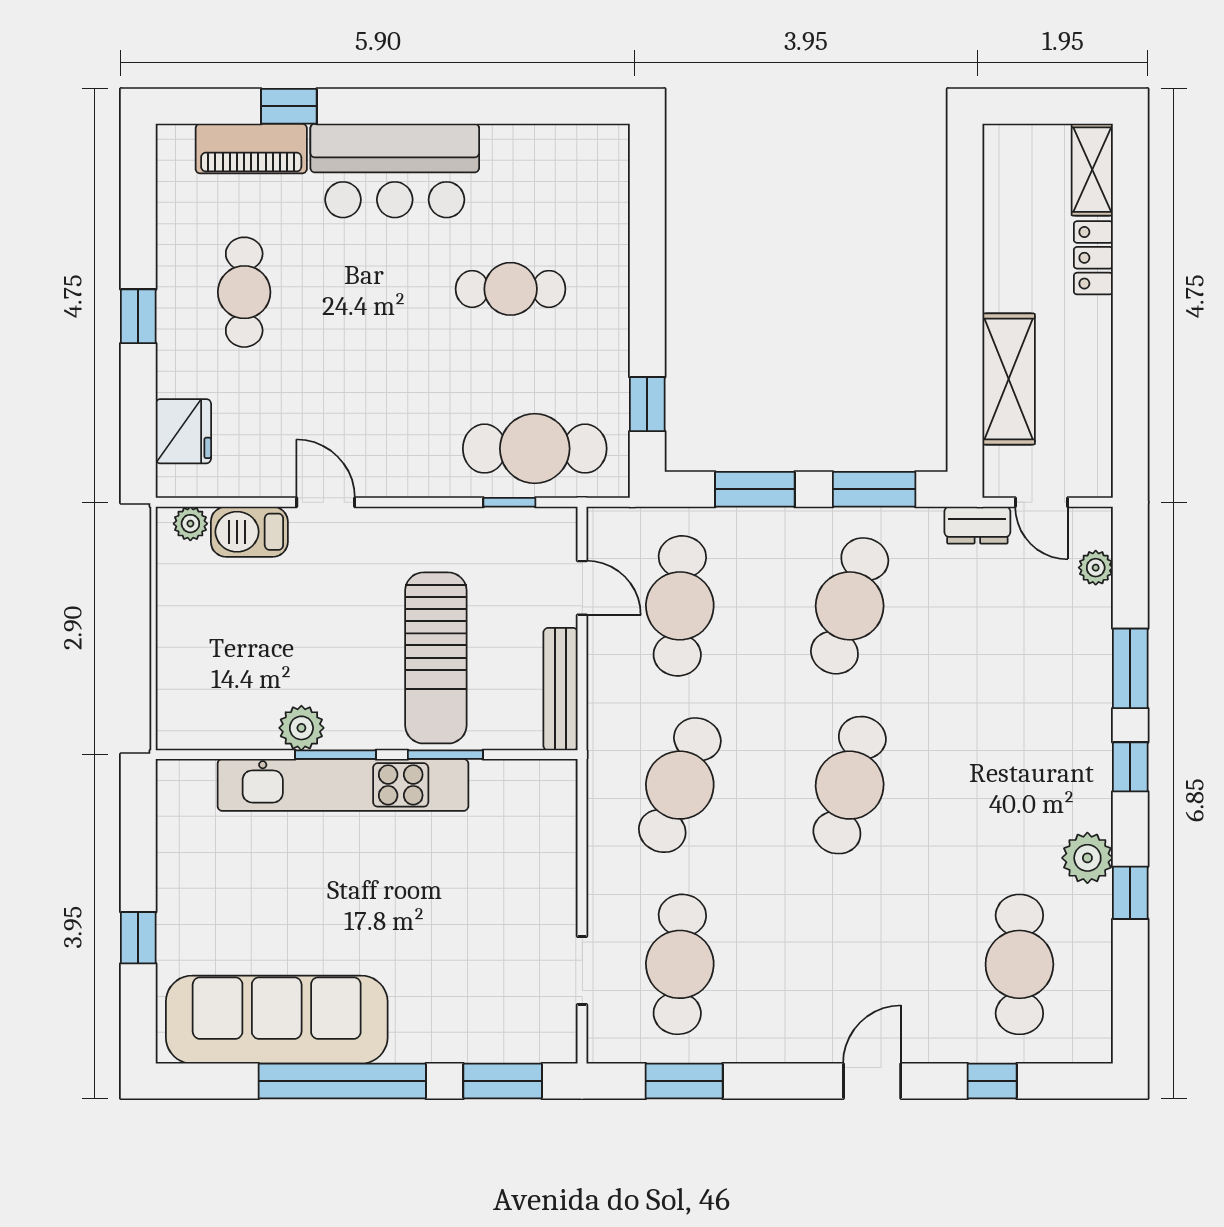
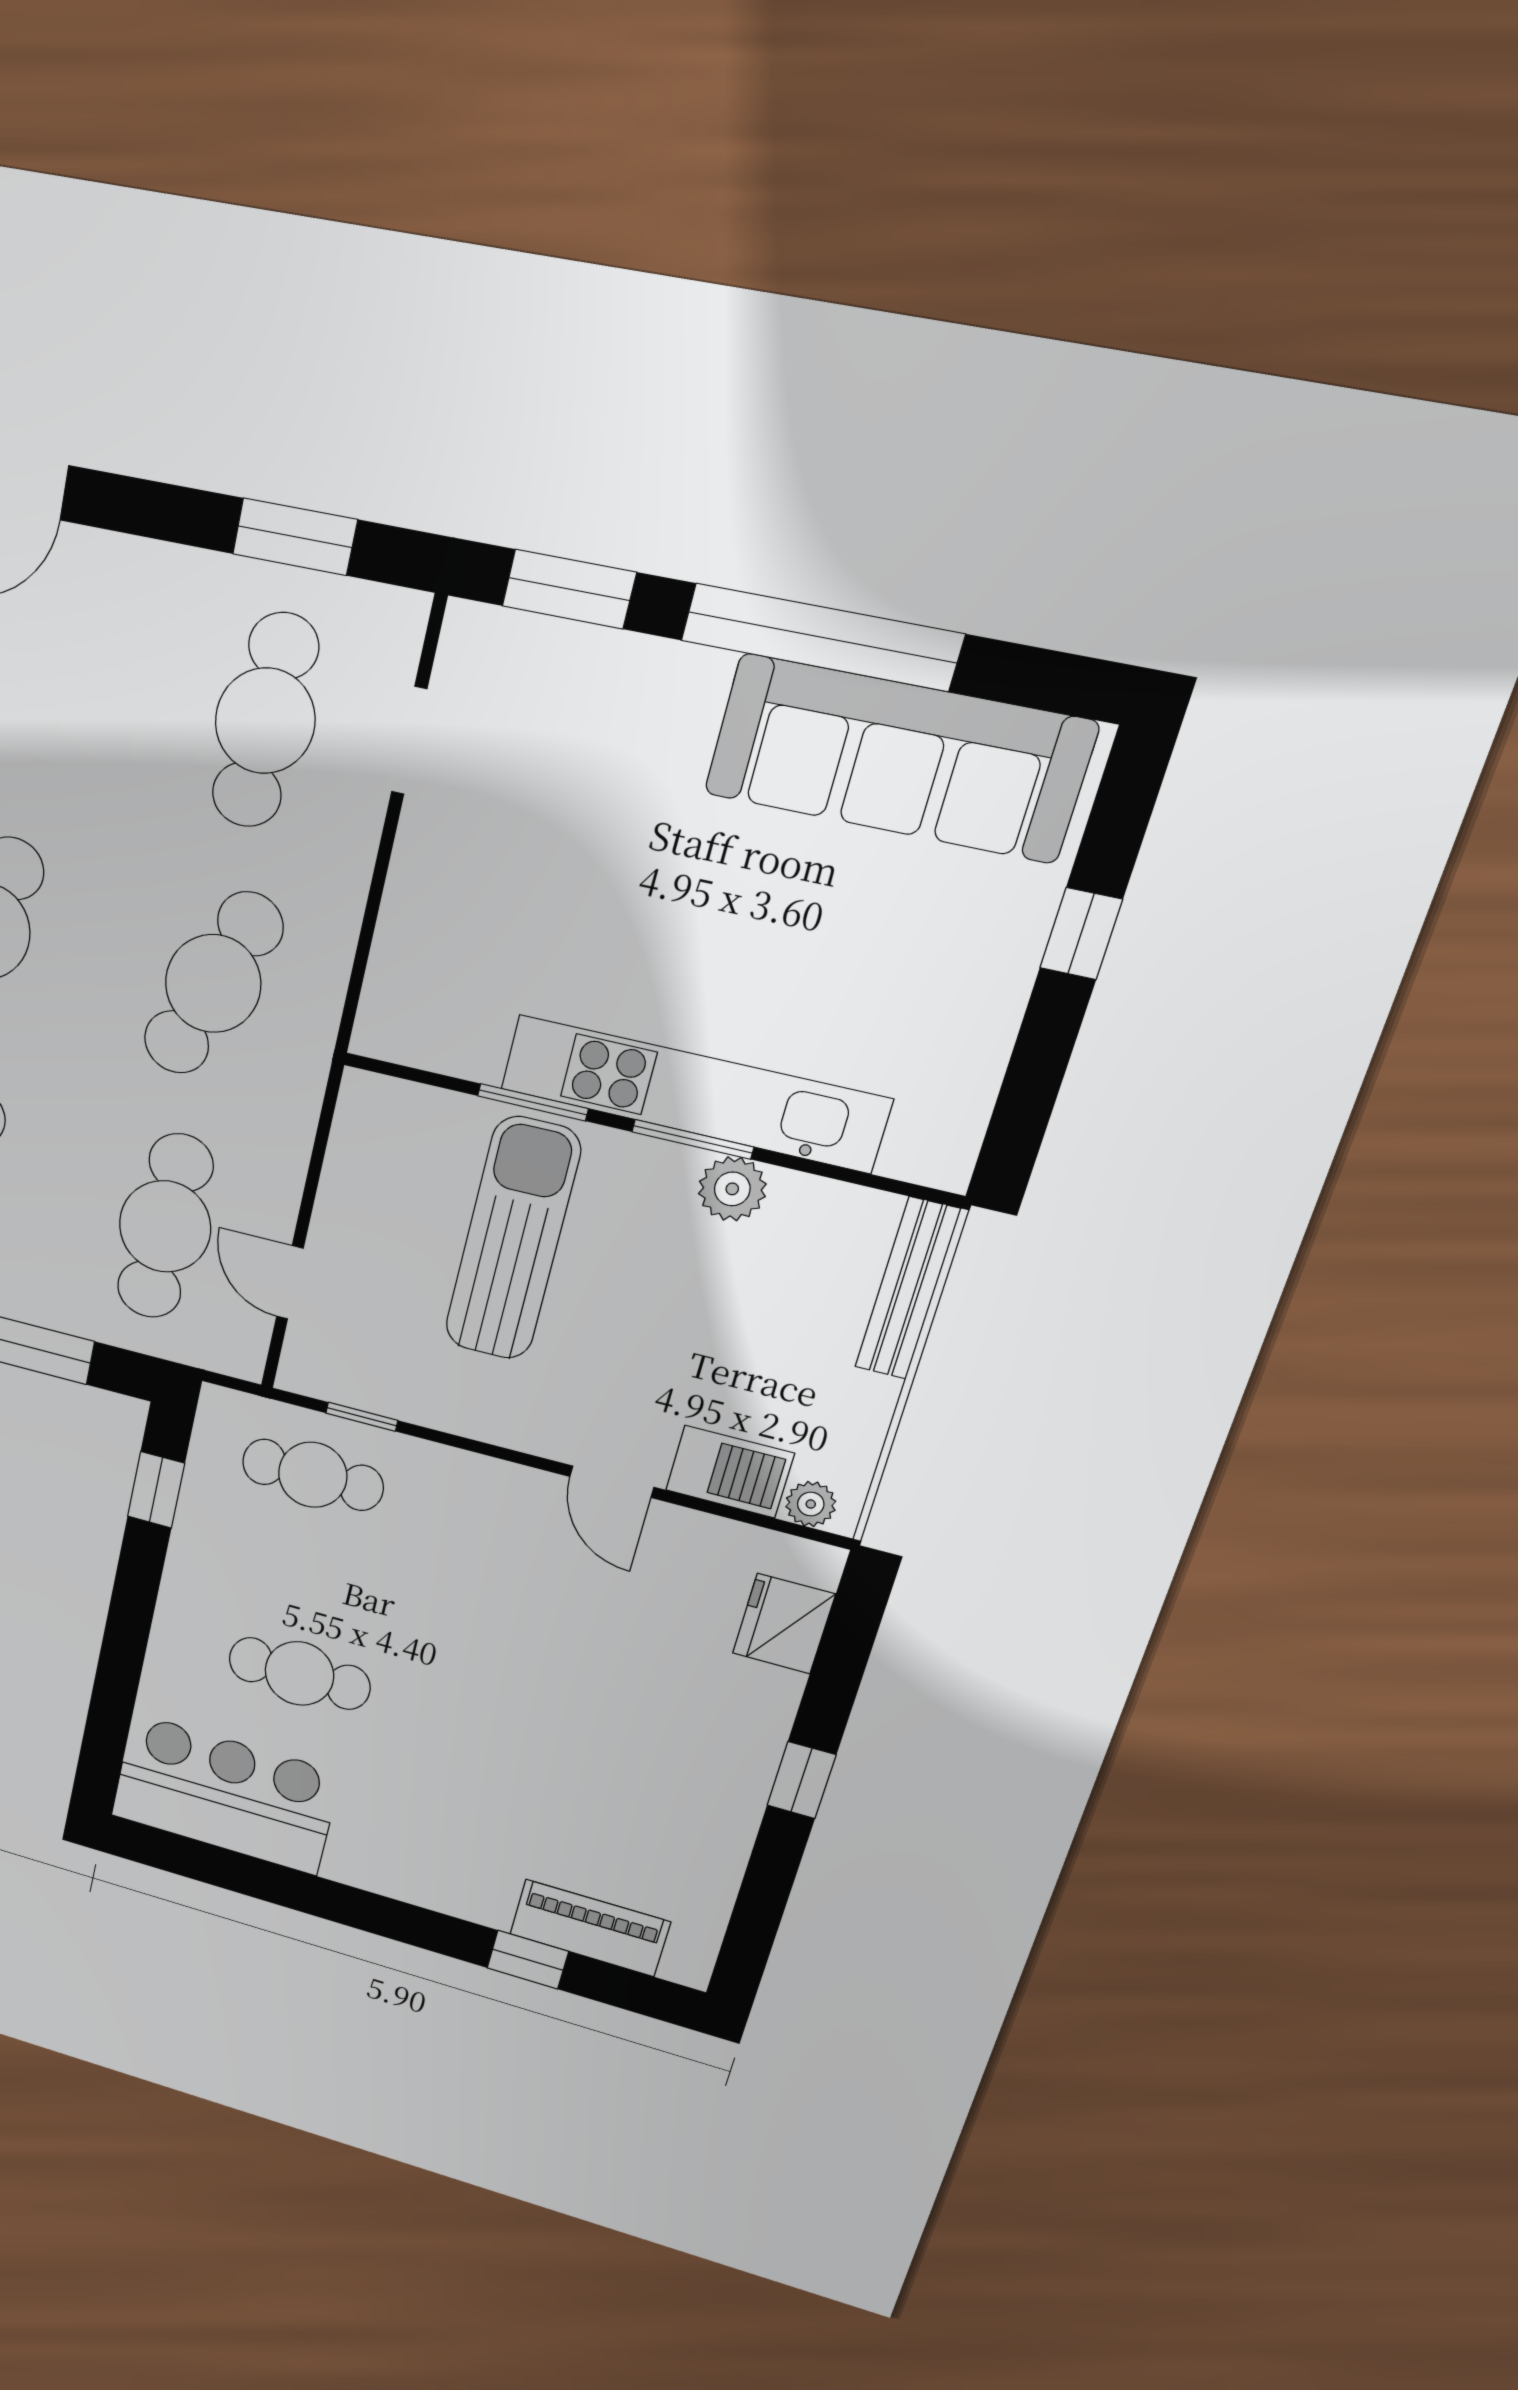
bar counter: (395, 171) -> (225, 1794), moved
cafe table: (244, 292) -> (648, 1768), removed
cafe table: (535, 449) -> (313, 1475), width x0.73, depth x0.74
bench: (561, 689) -> (907, 1289), moved

